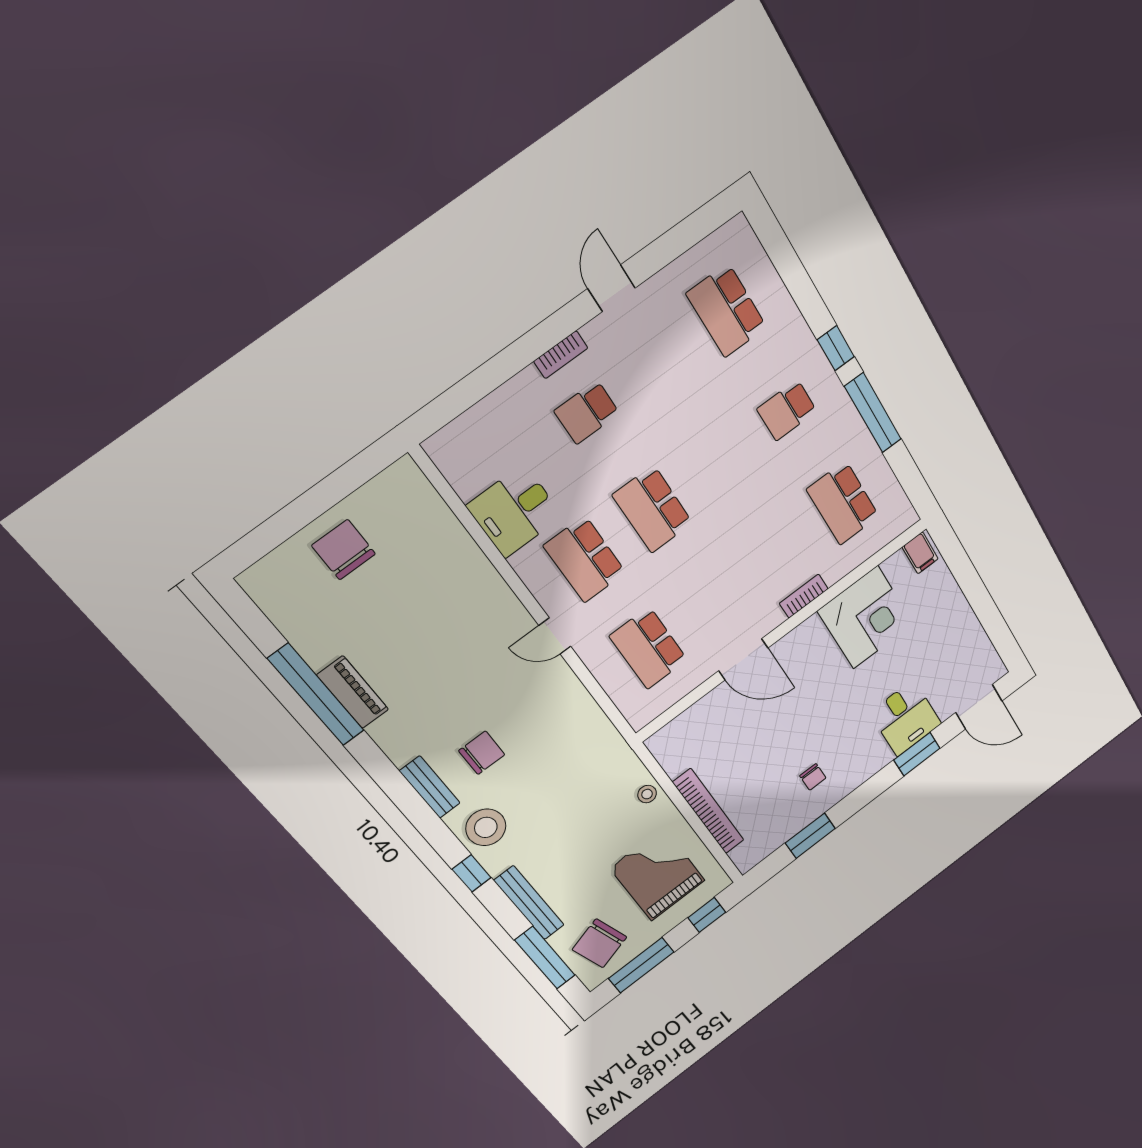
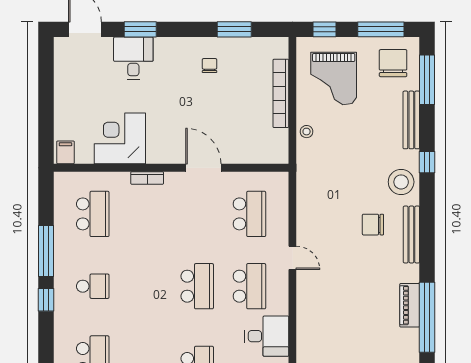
bench: (430, 787) -> (411, 235), width x1.36
chair: (600, 943) -> (393, 63), turned -73

